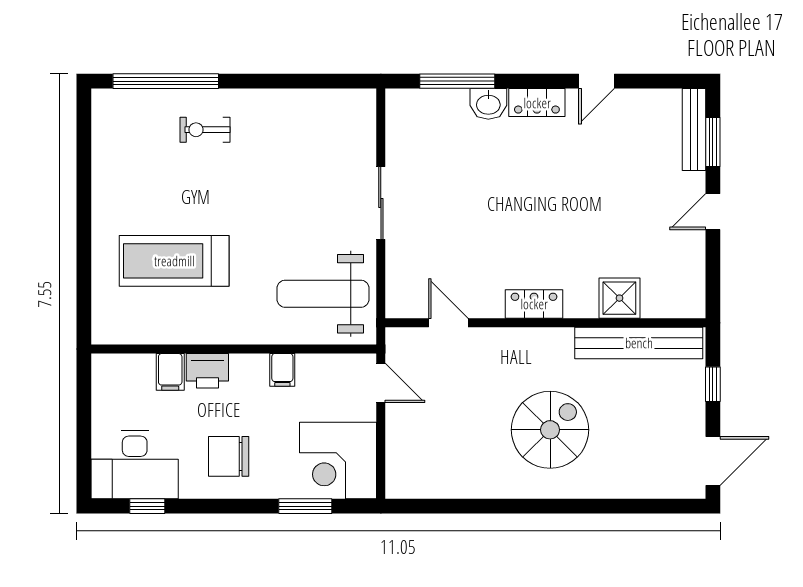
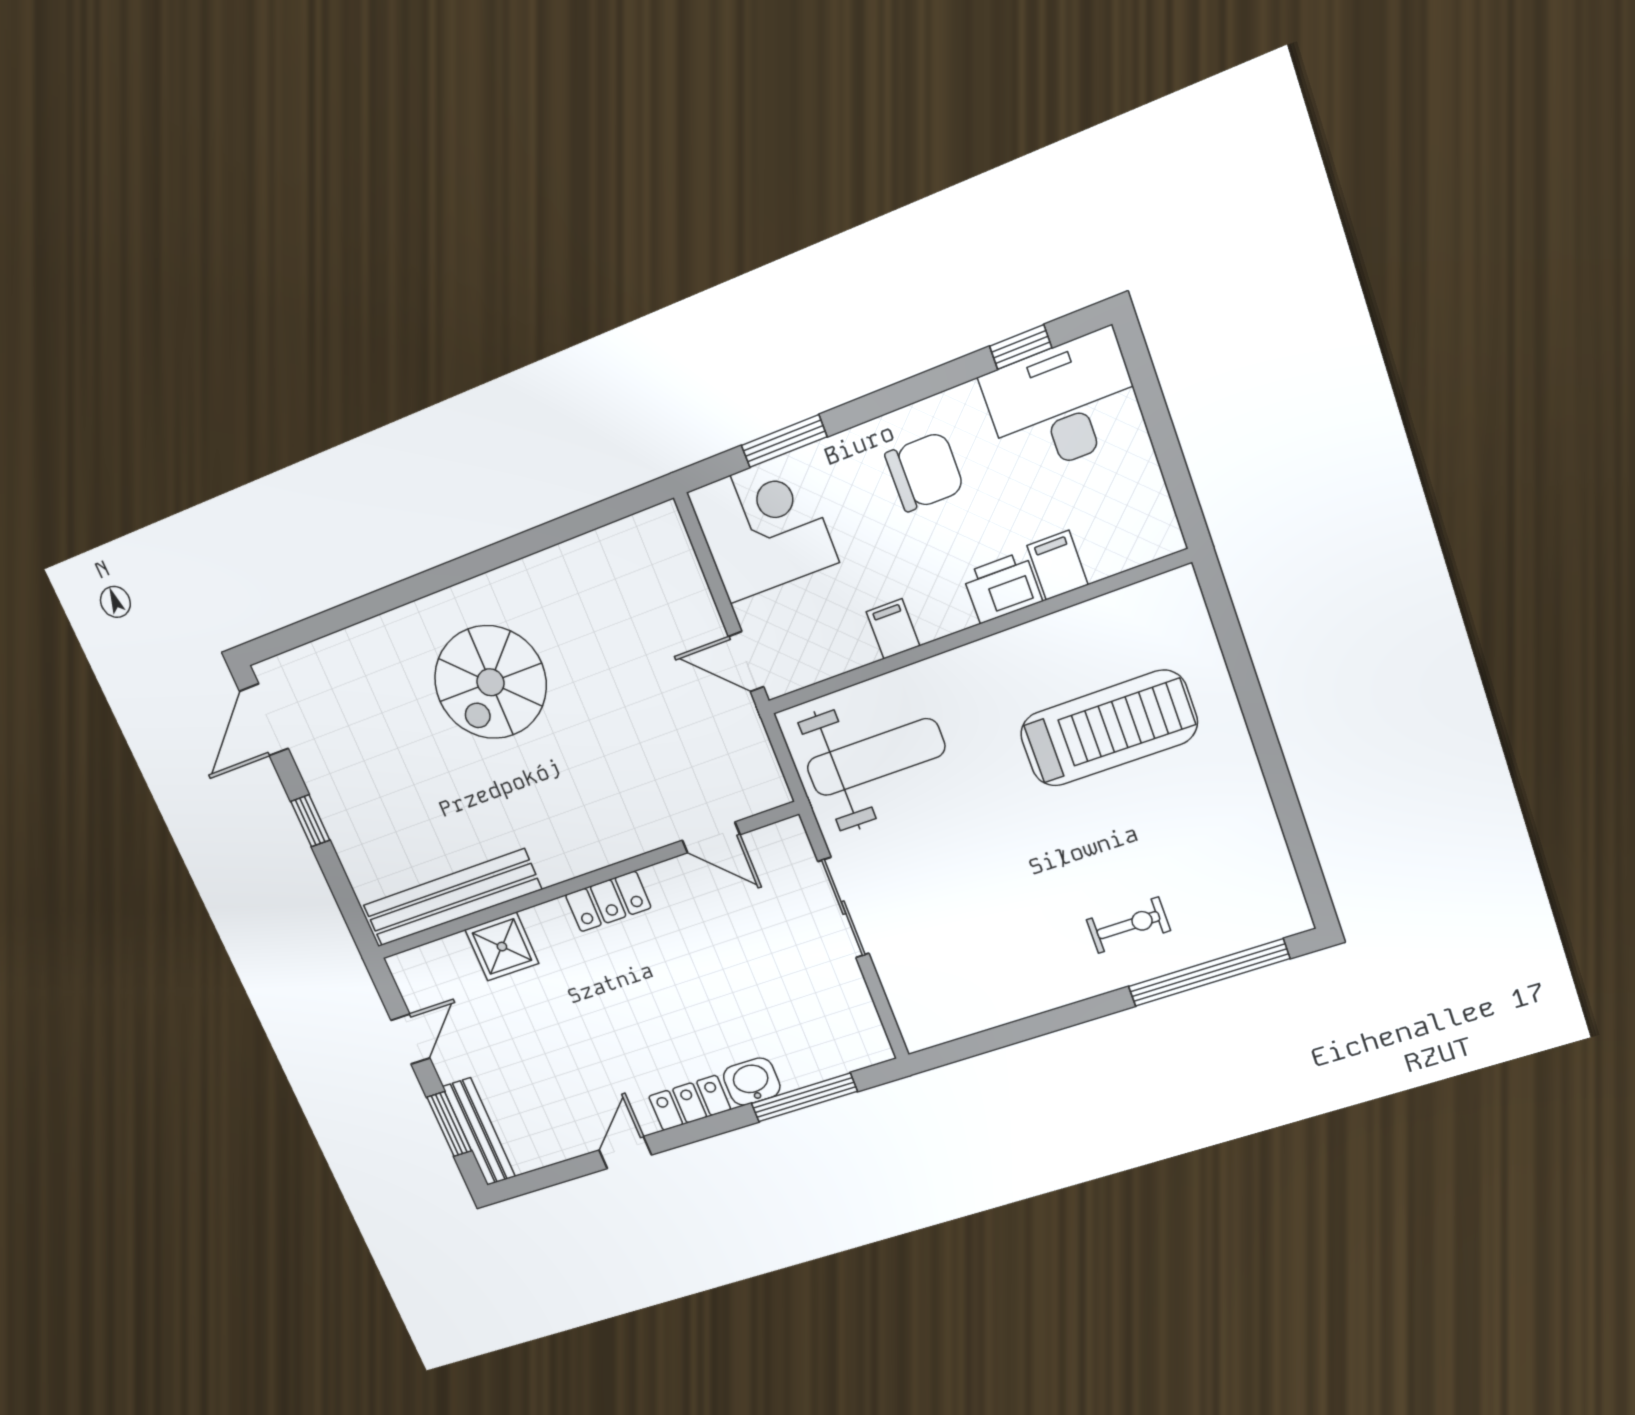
shower: (619, 298) -> (502, 947), moved
locker: (534, 304) -> (608, 901), moved
door: (448, 323) -> (711, 837), moved
wall: (545, 323) -> (583, 882), moved
bench: (639, 343) -> (452, 897), moved

